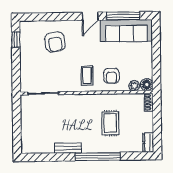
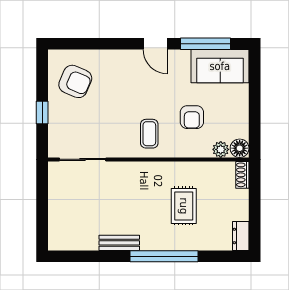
door: (90, 16) -> (155, 44), hinge flipped
sofa: (126, 31) -> (220, 66), width x0.73
window: (16, 40) -> (42, 113), moved
armchair: (55, 42) -> (75, 81), moved, turned -58
armchair: (111, 76) -> (192, 117), moved

